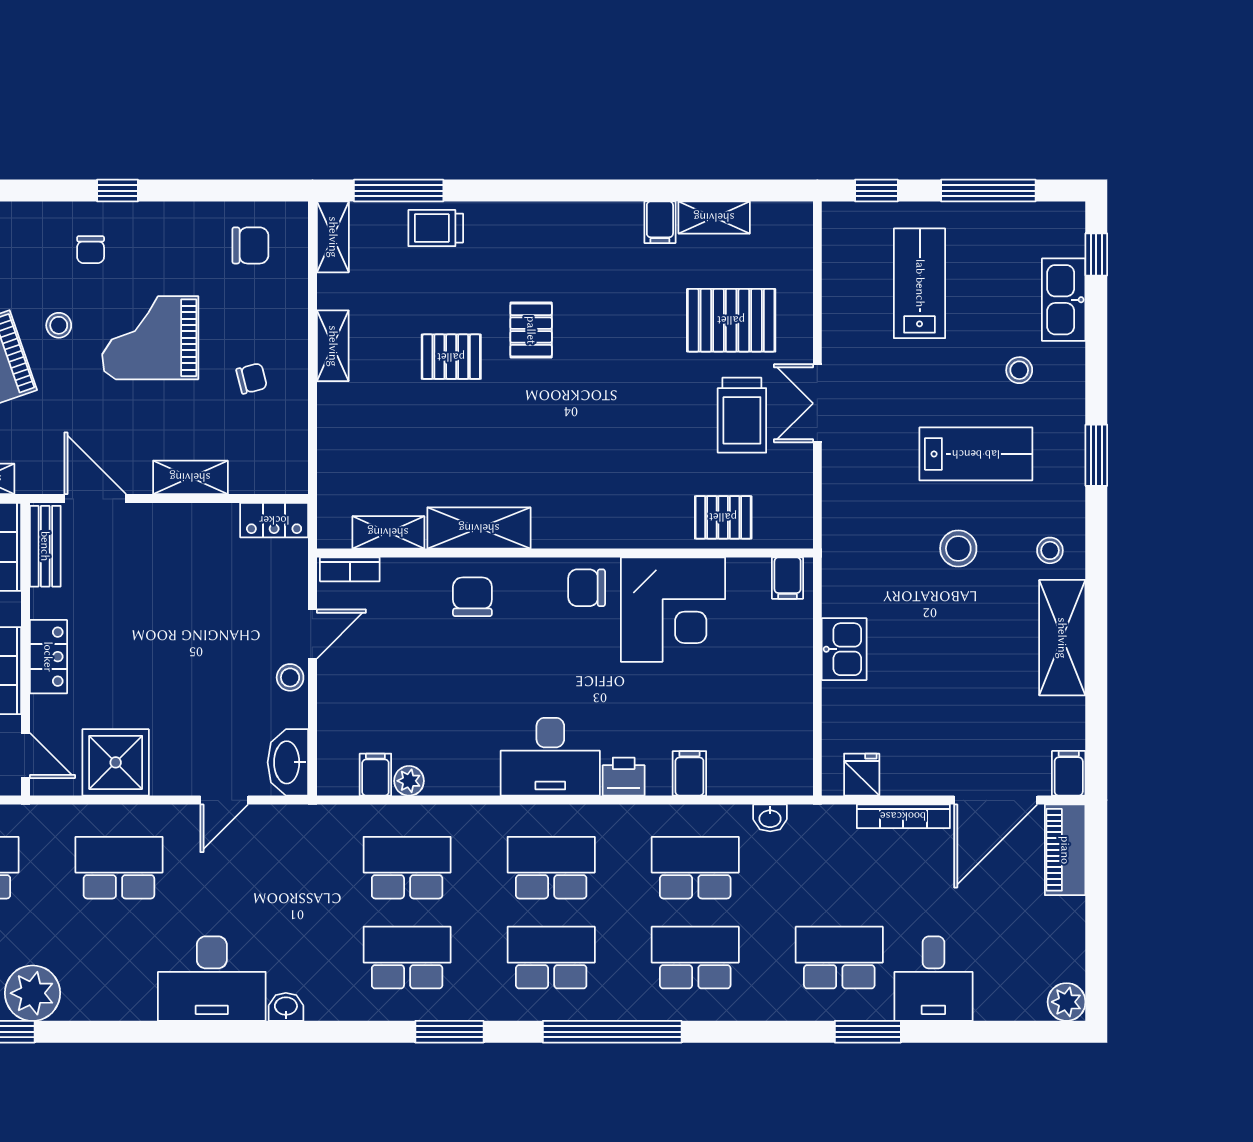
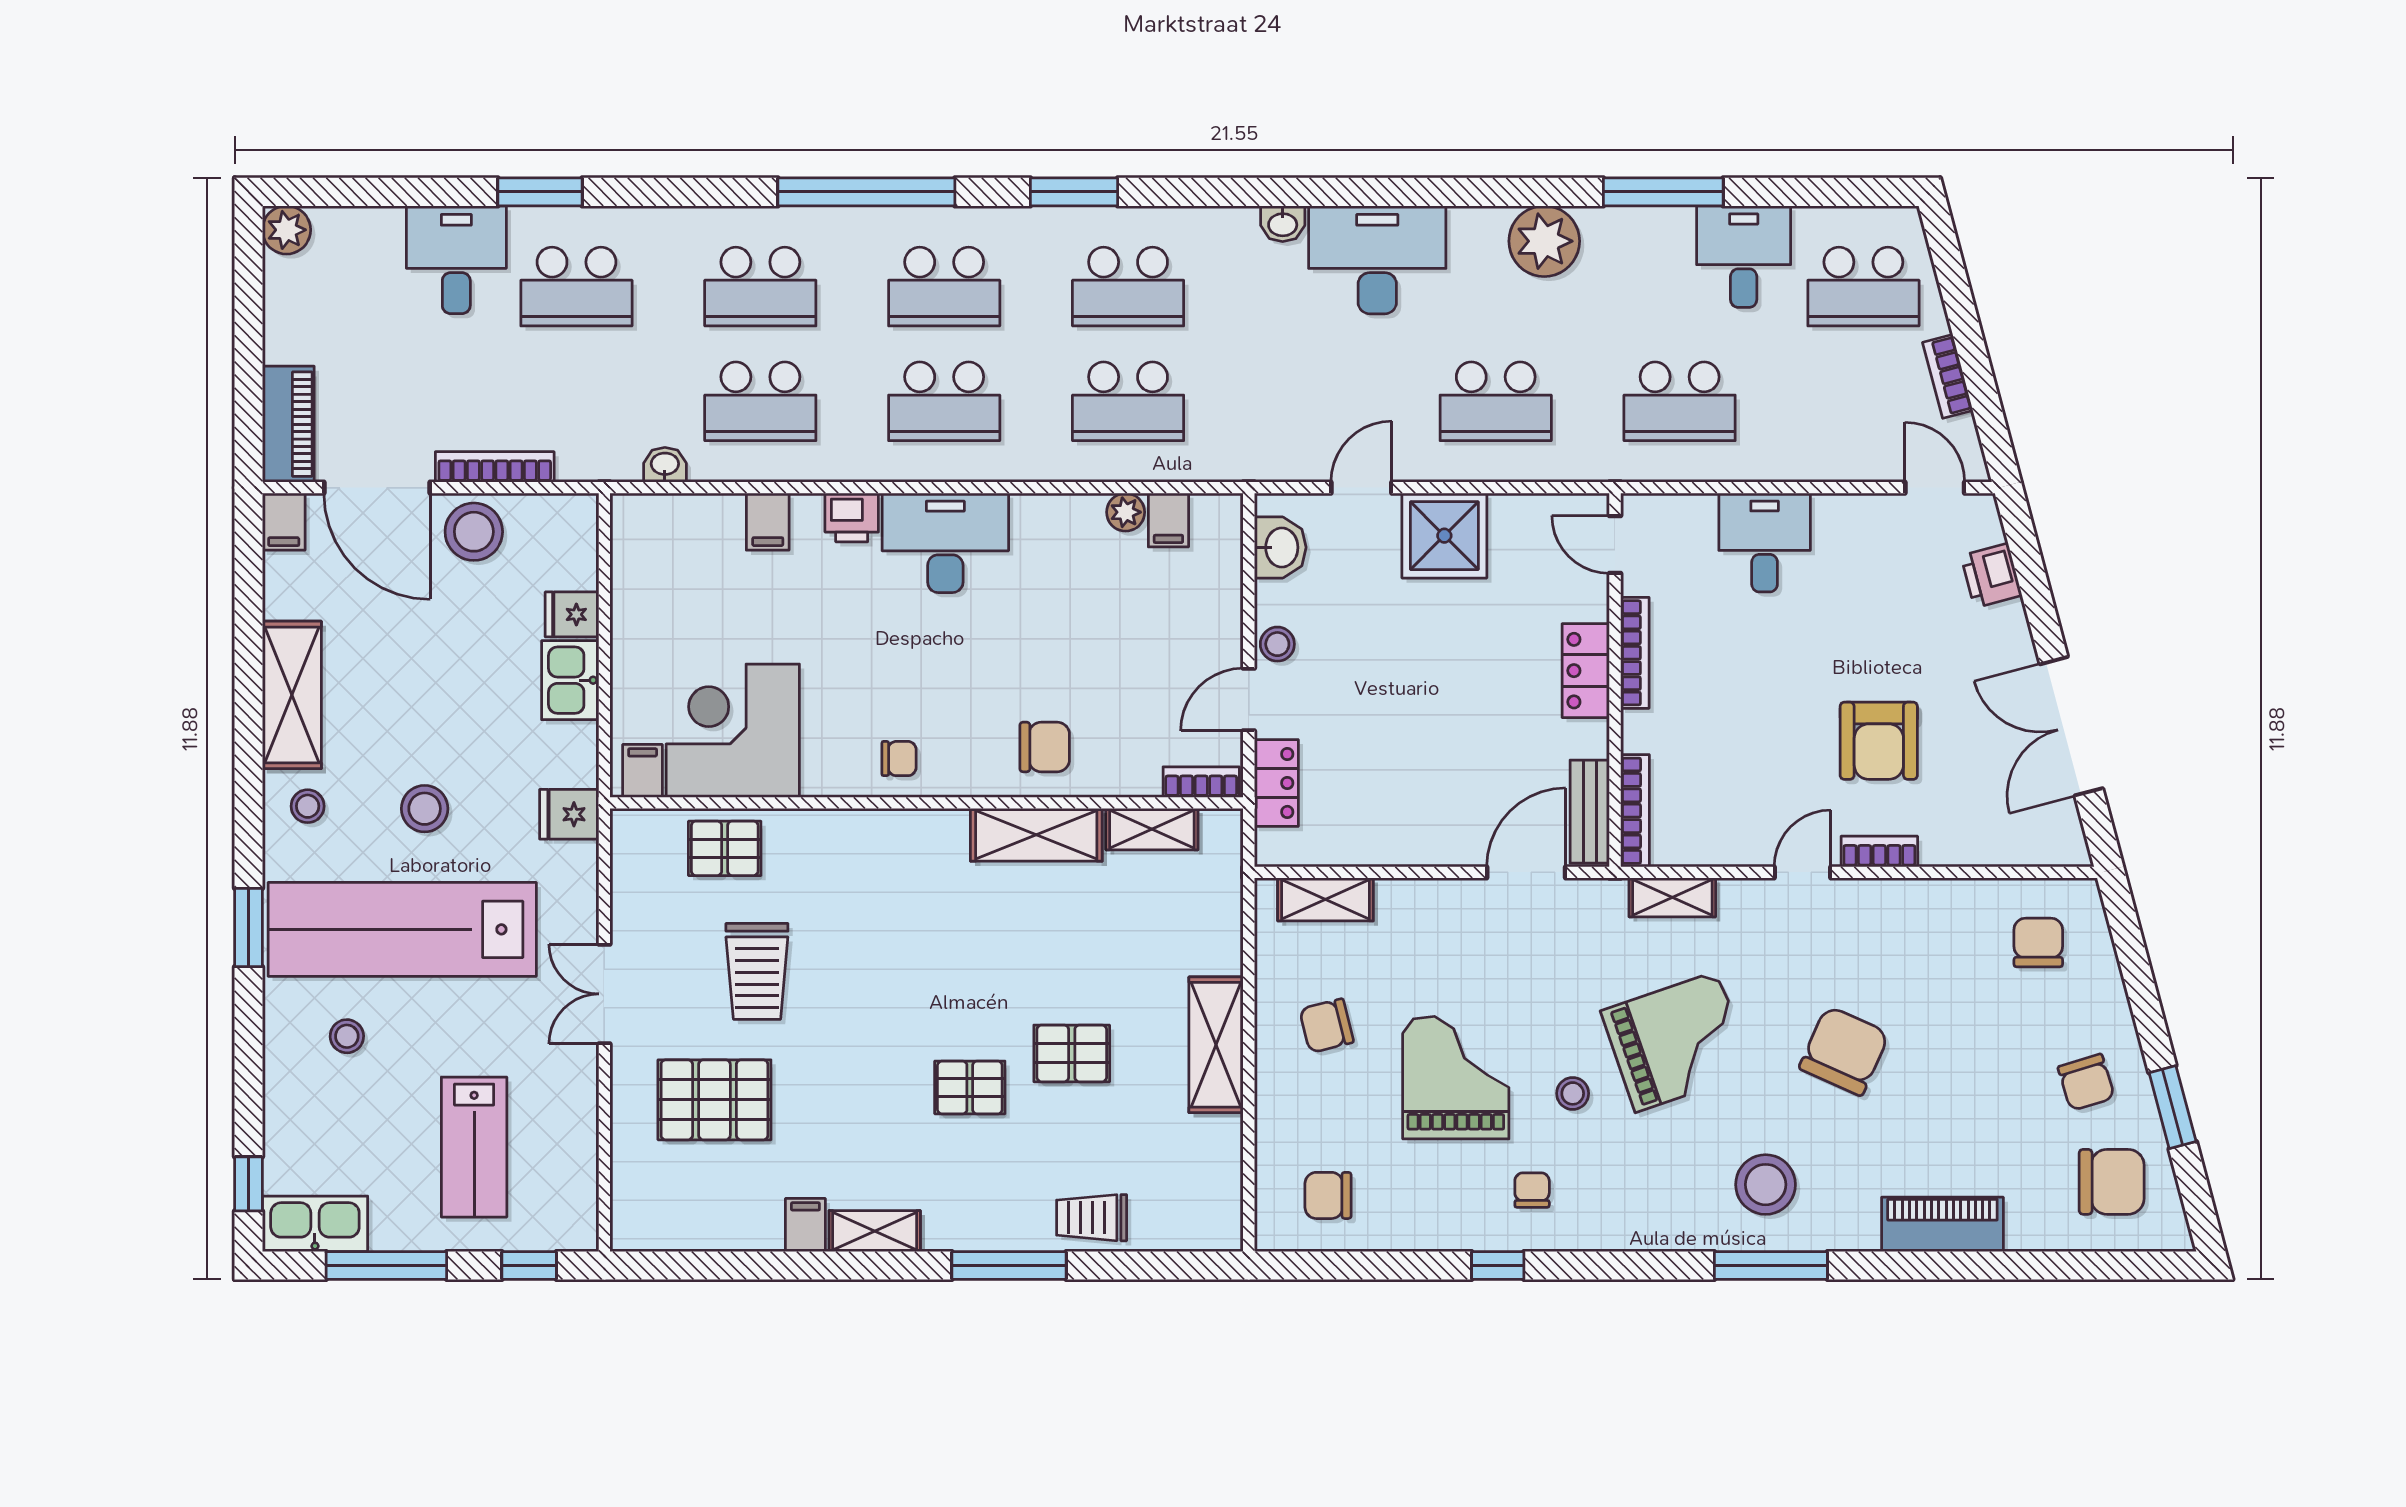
window: (399, 191) -> (1009, 1266), moved
shelving: (714, 217) -> (875, 1231), moved
trolley: (436, 228) -> (1092, 1218), turned 180
shelving: (333, 237) -> (1223, 1206), removed
kitchen sink: (1064, 300) -> (315, 1224), moved, turned -90
pallet: (531, 330) -> (970, 1087), turned 90
grand piano: (150, 338) -> (1456, 1078), turned -90
shelving: (333, 346) -> (1216, 1045), width x1.50, depth x1.33
chair: (252, 378) -> (1326, 1026), width x1.37, depth x1.37
double door: (817, 403) -> (604, 994), swing flipped
trolley: (742, 415) -> (757, 971), moved, turned 180
lab bench: (976, 454) -> (402, 929), width x1.86, depth x1.39
shelving: (190, 477) -> (1325, 899), moved
door: (95, 499) -> (1526, 872), swing flipped
locker: (274, 520) -> (1276, 783), moved, turned 90
fridge: (845, 544) -> (569, 814), added
chair: (587, 588) -> (899, 759), width x0.73, depth x0.73
chair: (472, 597) -> (1045, 747), turned -90
corner desk: (673, 610) -> (733, 731), moved
shower: (116, 762) -> (1444, 536), moved
washbasin: (288, 762) -> (1280, 547), width x0.72
stool: (920, 766) -> (474, 532), added
fridge: (862, 775) -> (572, 614), moved, turned 90
door: (996, 800) -> (377, 488), swing flipped
plant: (32, 993) -> (1544, 241), moved

